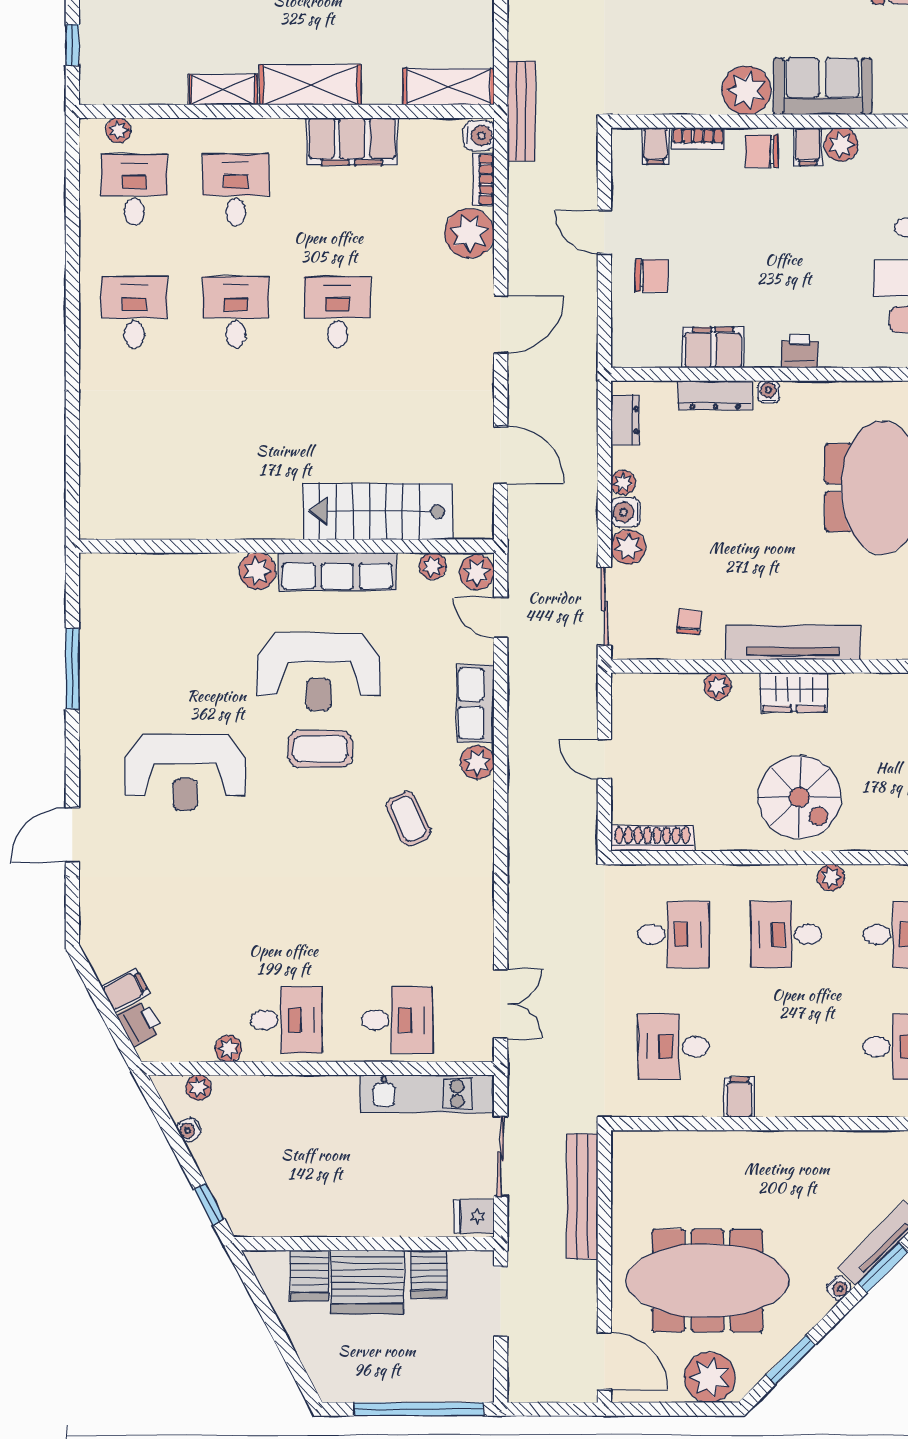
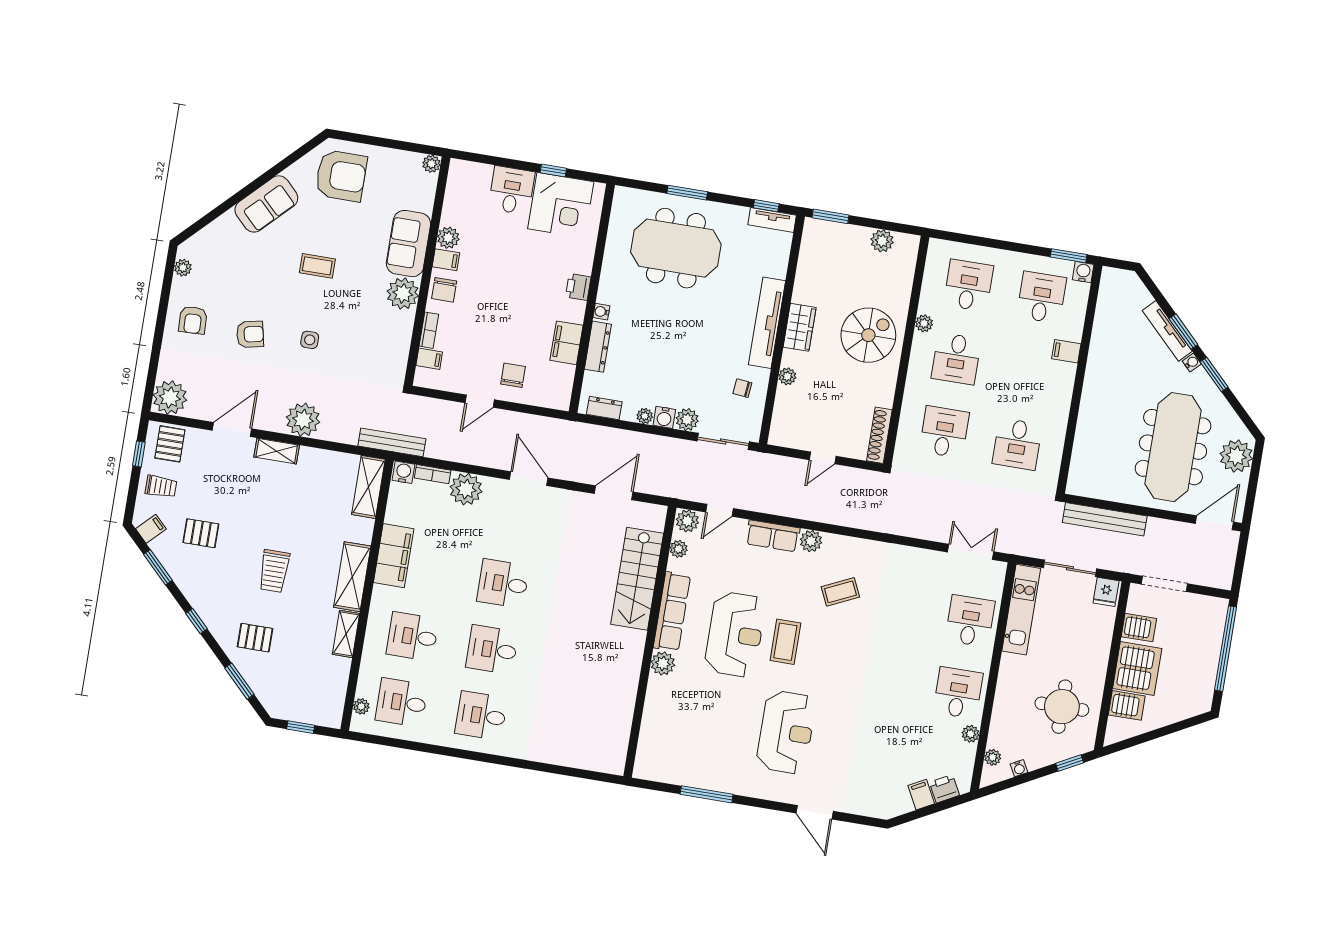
filing cabinet: (739, 1097) -> (1066, 351), moved
round table: (292, 1179) -> (1062, 707), added
window: (791, 1360) -> (1214, 374), moved

